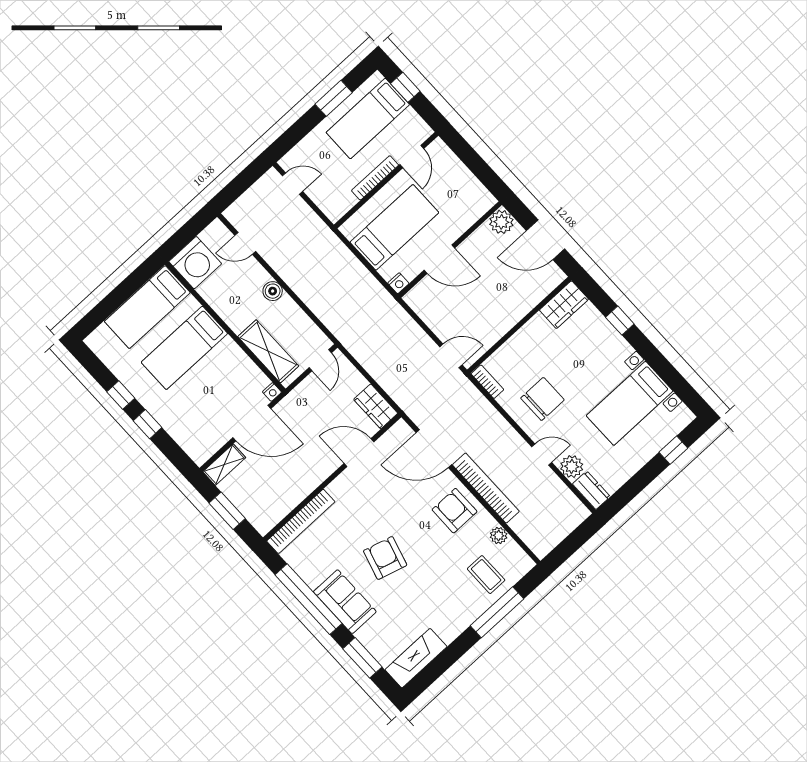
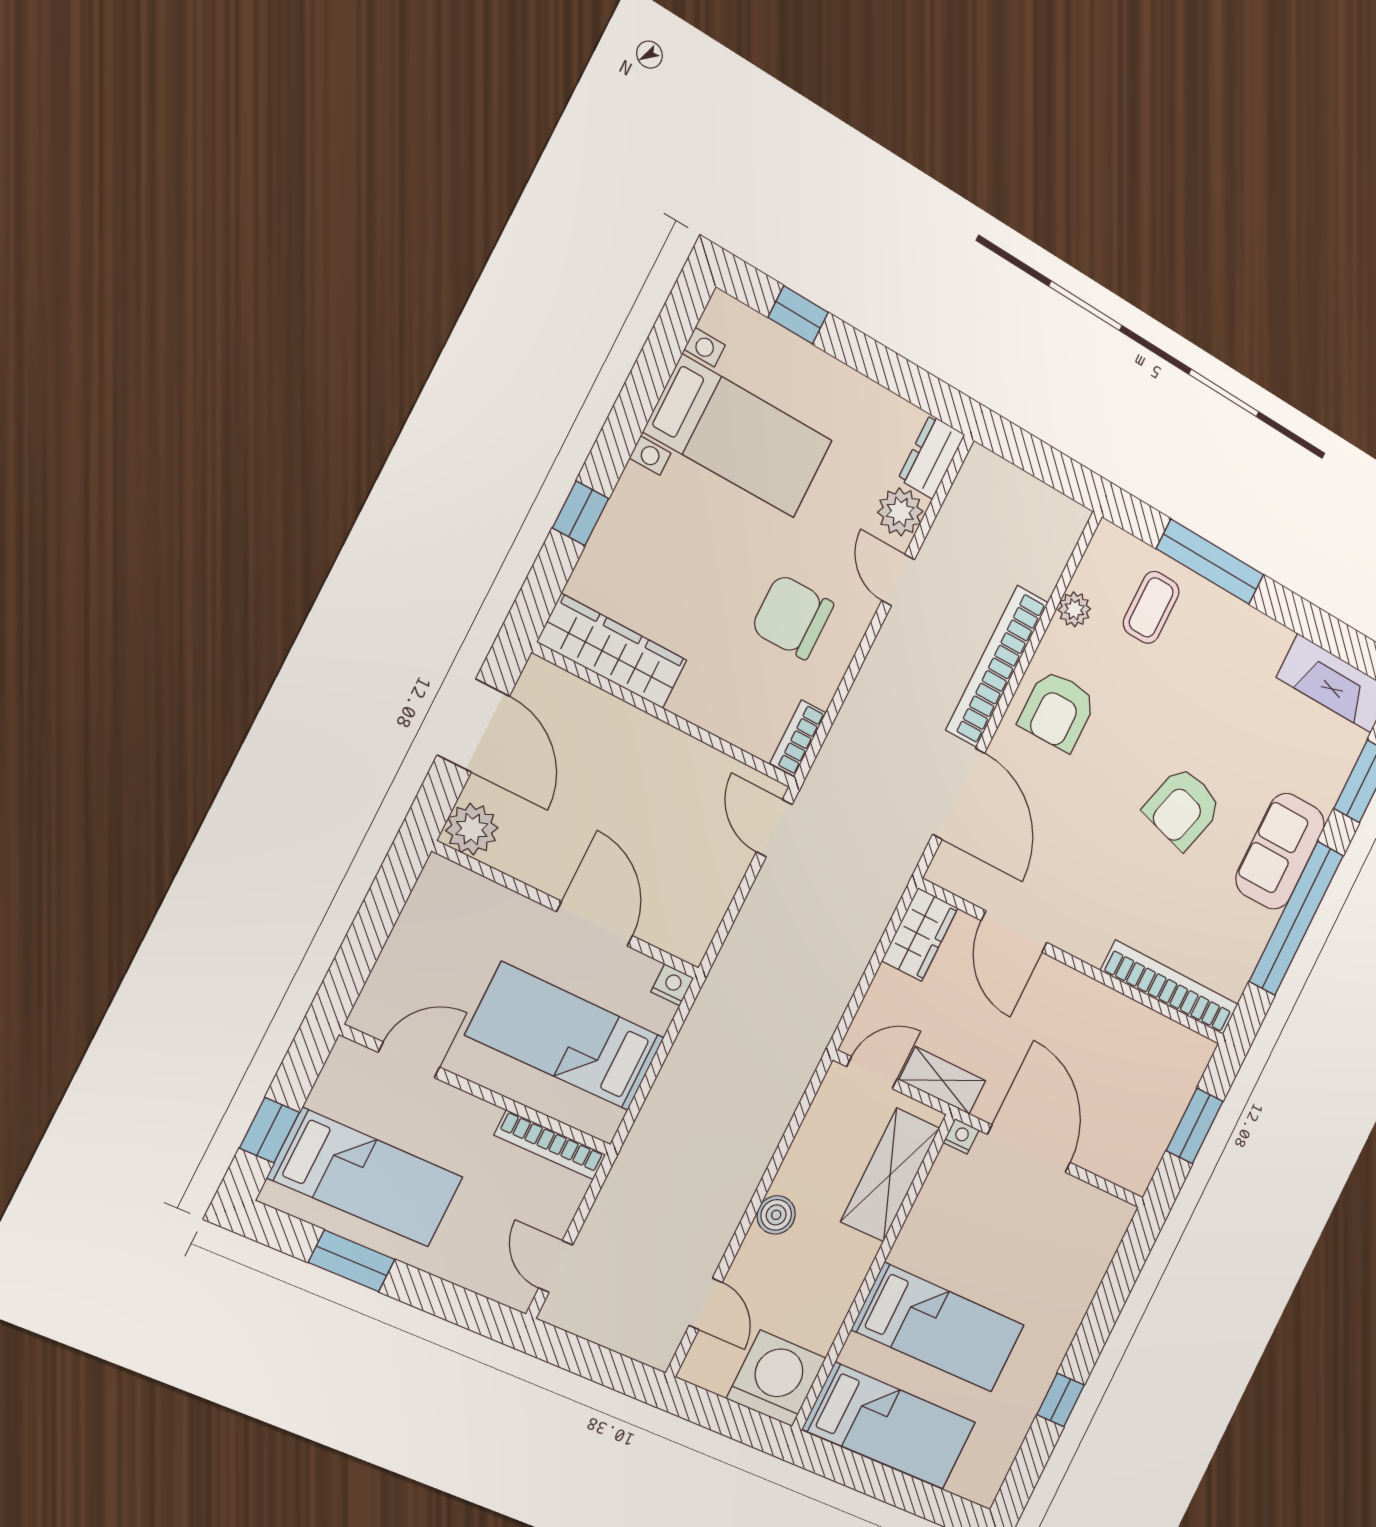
bookcase: (375, 178) -> (550, 1145), moved
wardrobe: (564, 305) -> (612, 651), width x1.50
window: (148, 424) -> (1094, 1331), removed
shelving: (224, 465) -> (942, 1080), moved

